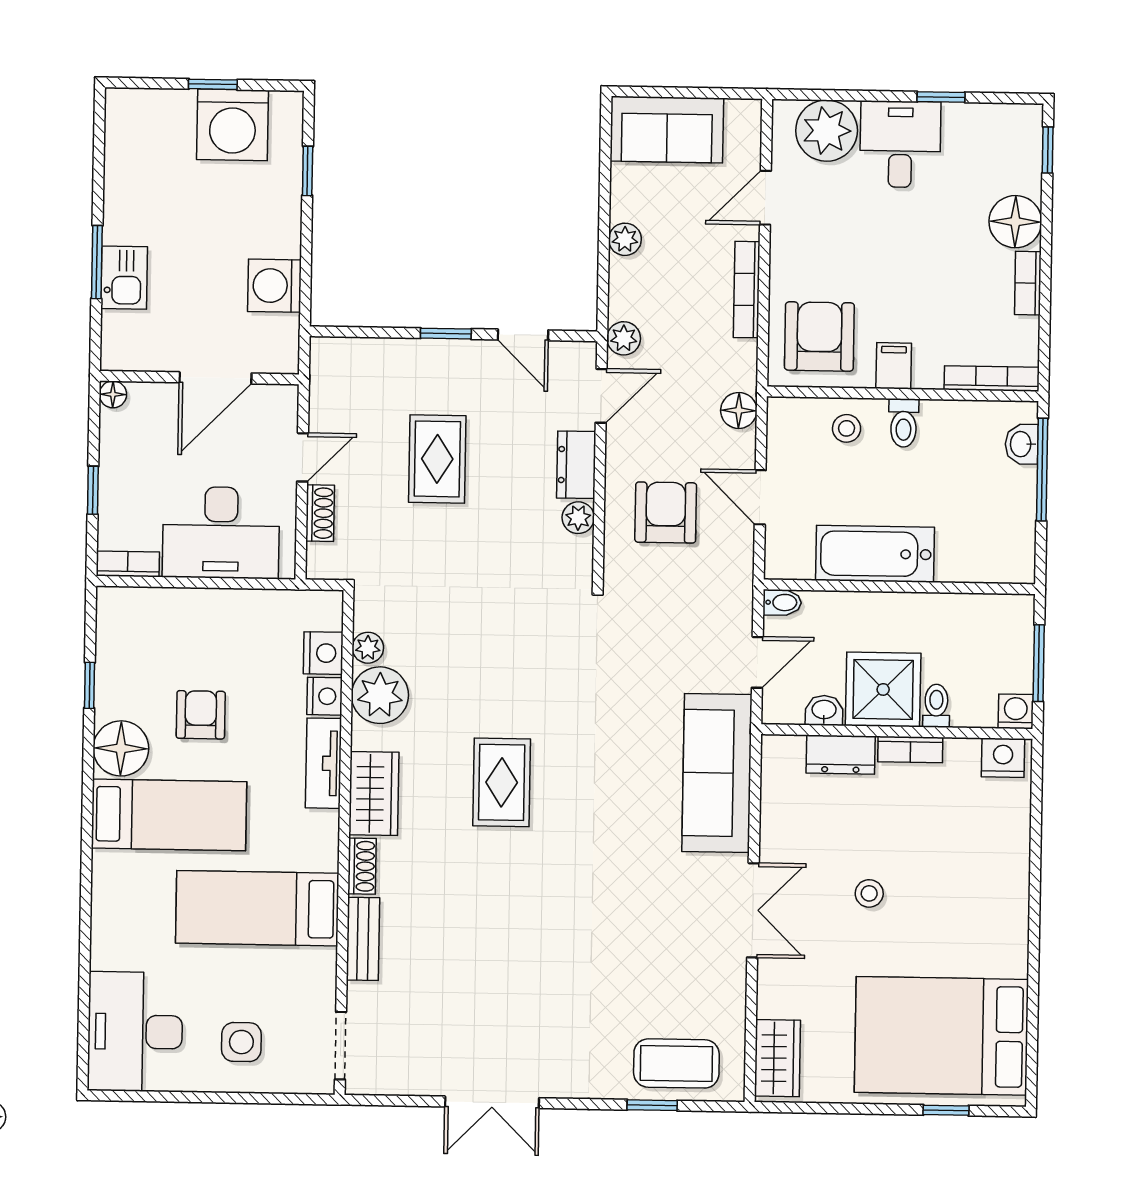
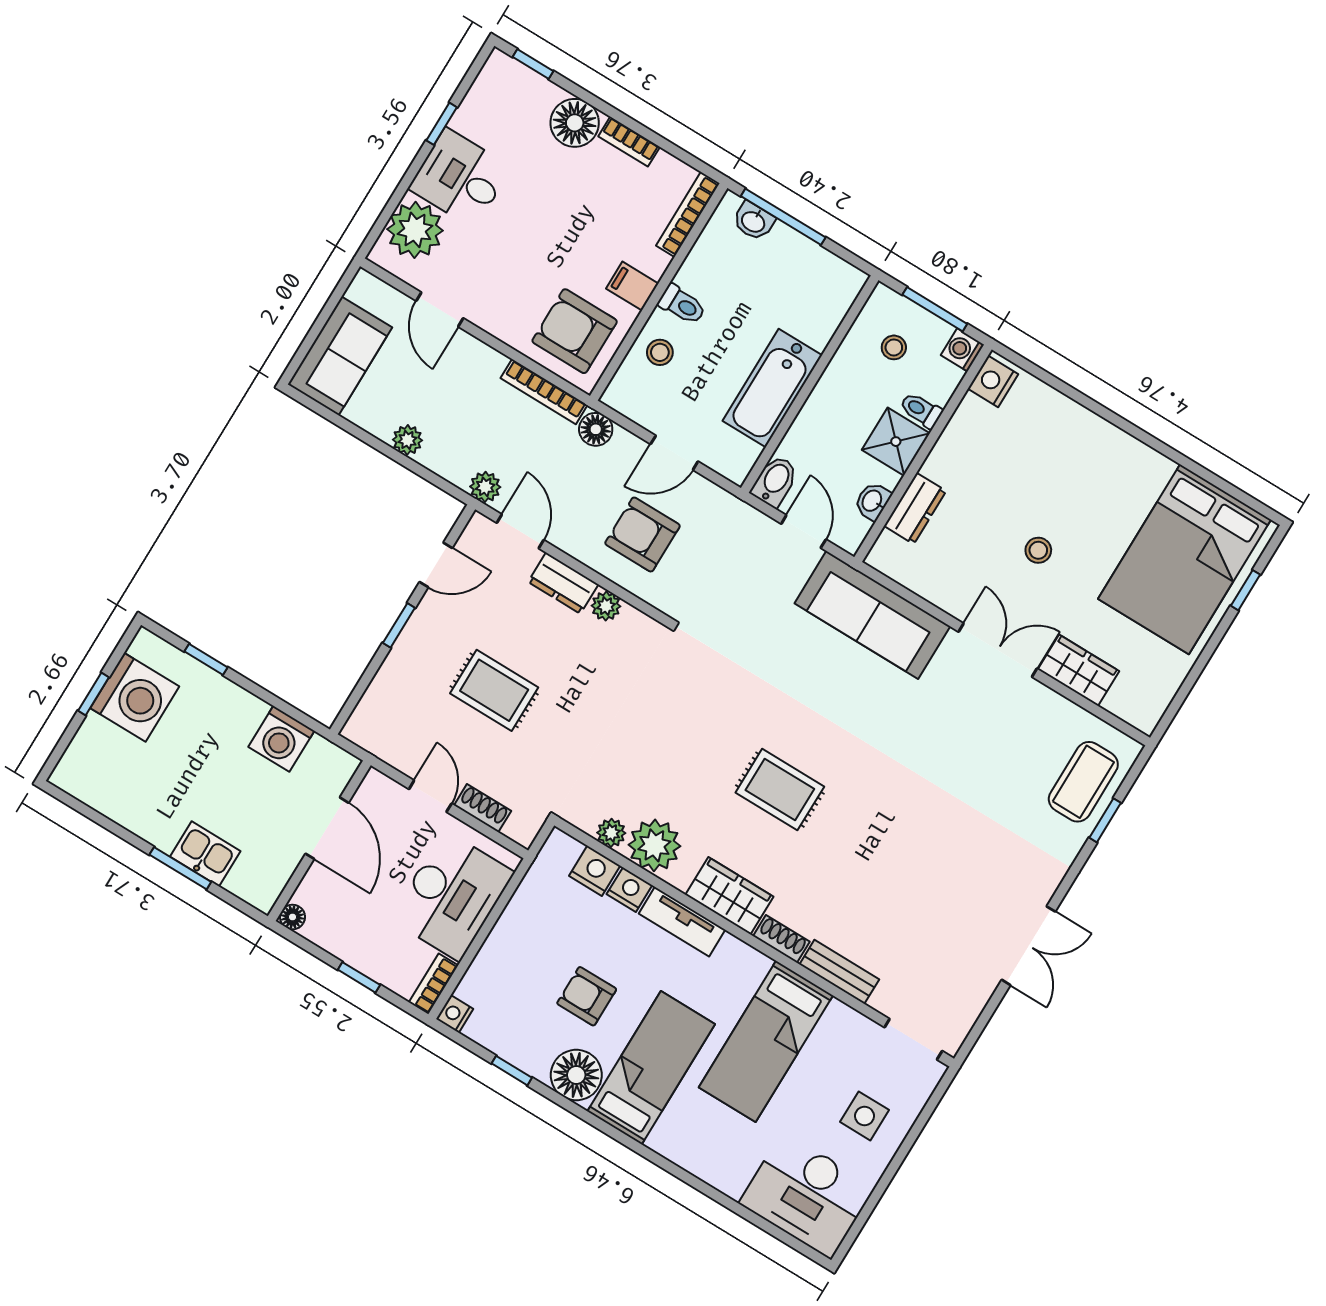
bookcase: (747, 290) -> (544, 392), moved
nightstand: (111, 600) -> (455, 1014), added
bidet: (782, 602) -> (775, 481), width x1.38, depth x1.36
stool: (980, 646) -> (894, 347), added
shower: (883, 689) -> (896, 442), width x0.73, depth x0.73
bookcase: (910, 749) -> (943, 451), removed
wardrobe: (778, 1058) -> (1078, 670), moved

